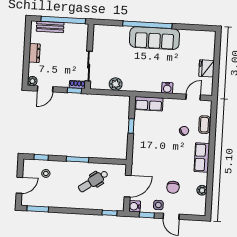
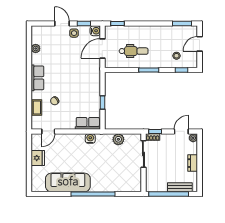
sofa: (154, 38) -> (68, 182), moved
water cooler: (167, 88) -> (90, 138), moved
dental chair: (93, 181) -> (134, 51), turned 35
chair: (173, 187) -> (62, 50), removed

